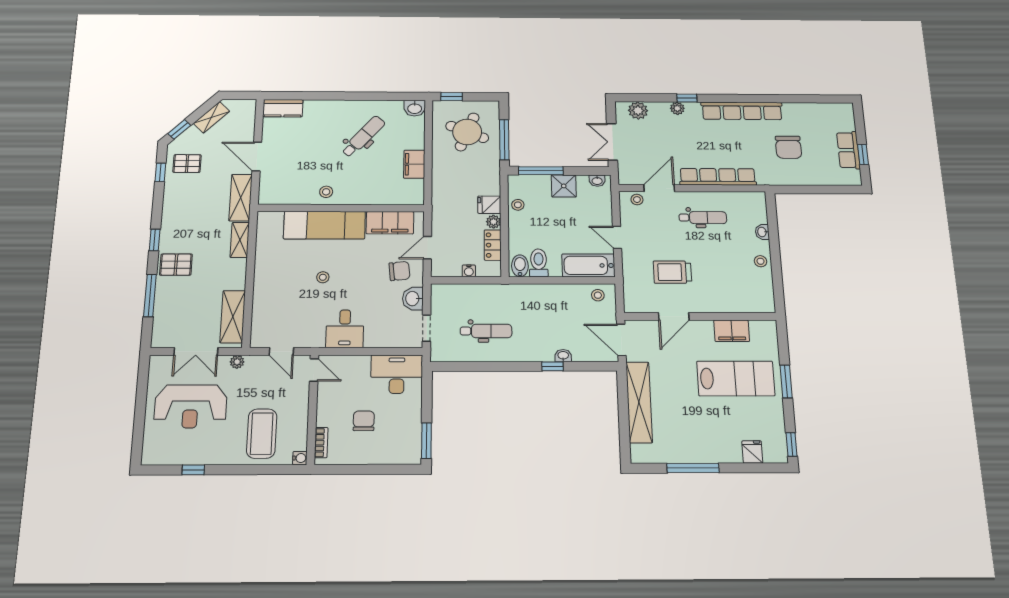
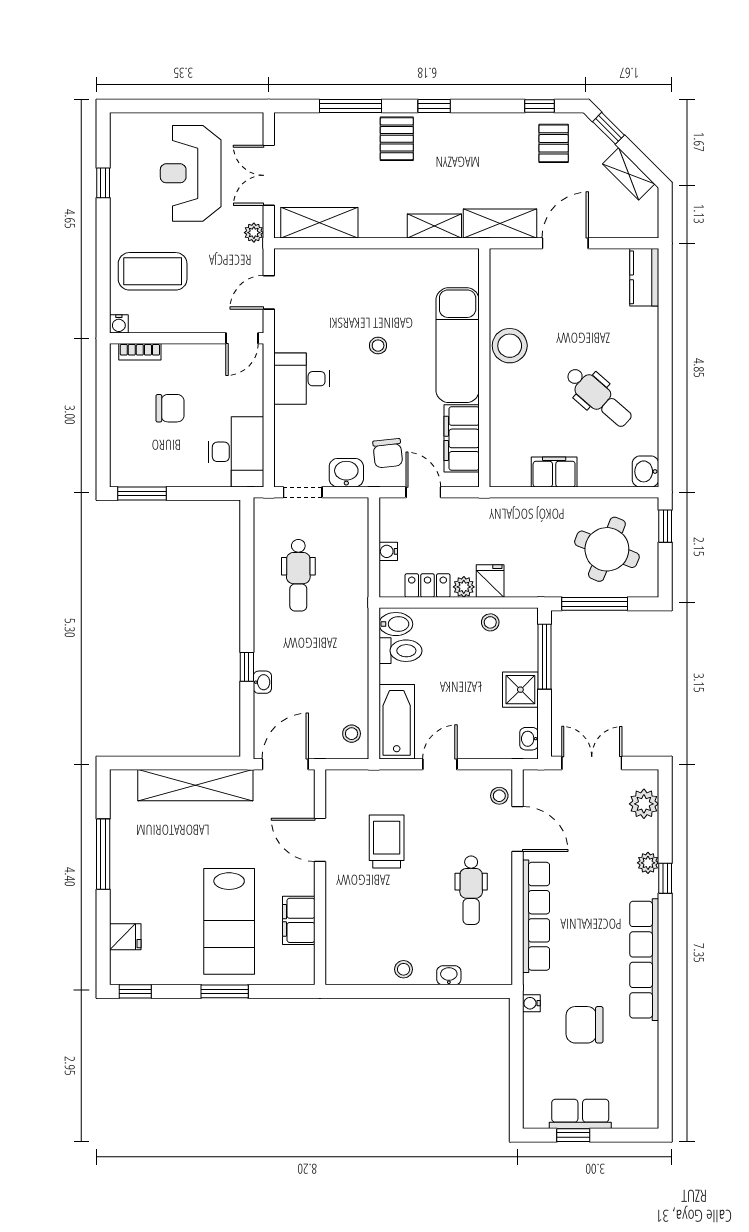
water cooler: (777, 180) -> (531, 1003), added
stool: (326, 192) -> (510, 346), width x1.89, depth x1.89

